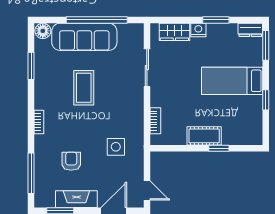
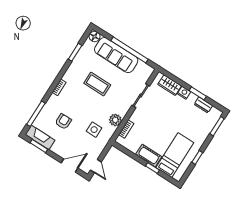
dresser: (250, 30) -> (203, 105), moved
bed: (232, 81) -> (175, 155), moved, turned 90
coffee table: (84, 88) -> (97, 84), turned 90
plant: (135, 118) -> (115, 120), added
fireplace: (76, 199) -> (40, 137), moved

